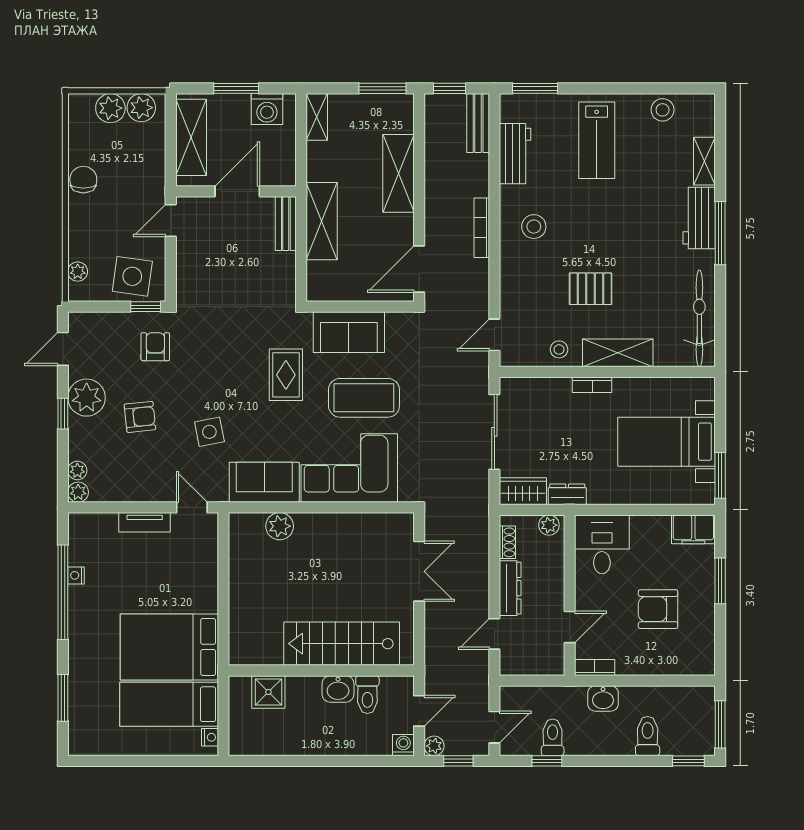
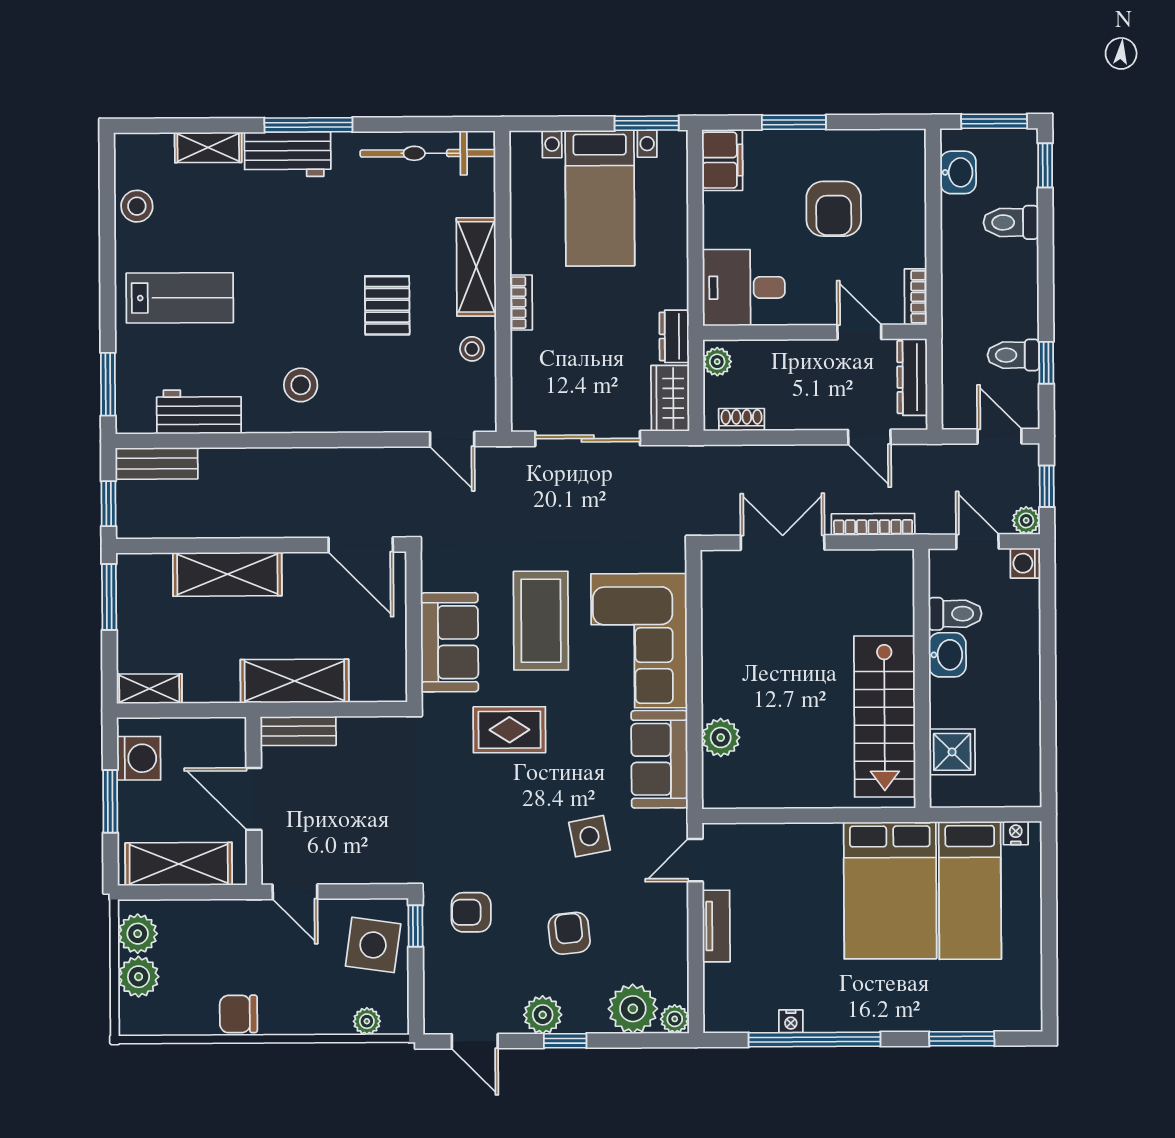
bookcase: (482, 228) -> (873, 524), moved, turned 180
plant: (87, 398) -> (543, 1015), width x0.73, depth x0.73
plant: (77, 470) -> (633, 1009), width x1.88, depth x1.88
dresser: (510, 588) -> (912, 377), moved, turned -90
stairs: (342, 644) -> (885, 717), moved
washbasin: (603, 698) -> (958, 172), moved

